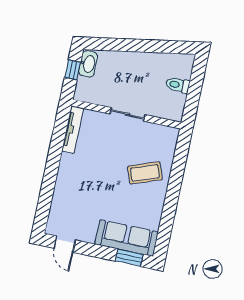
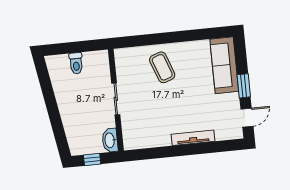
washbasin: (88, 64) -> (110, 140), moved, turned -90
tv unit: (73, 130) -> (193, 138), moved
window: (129, 258) -> (244, 86), moved

